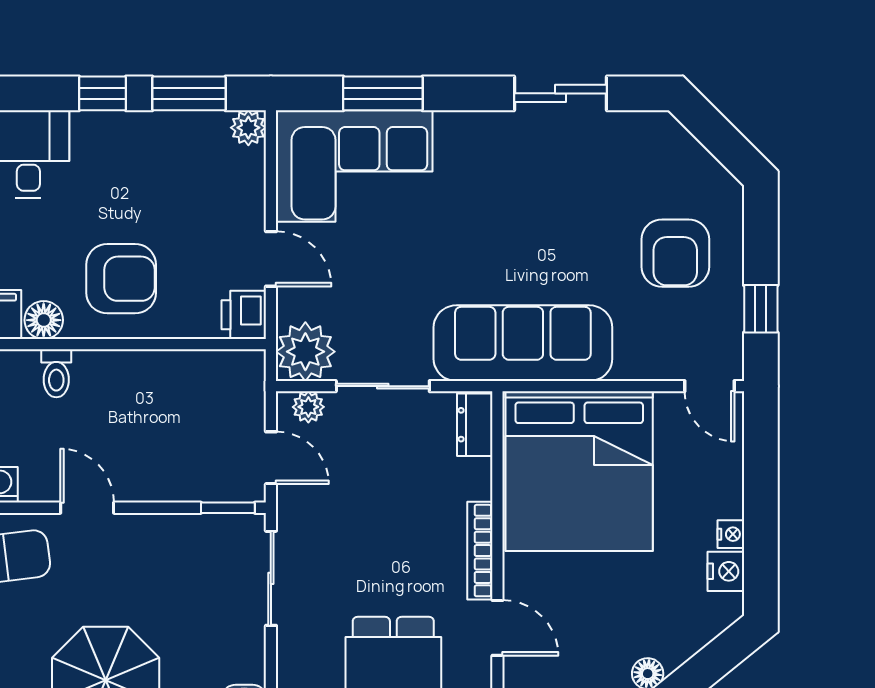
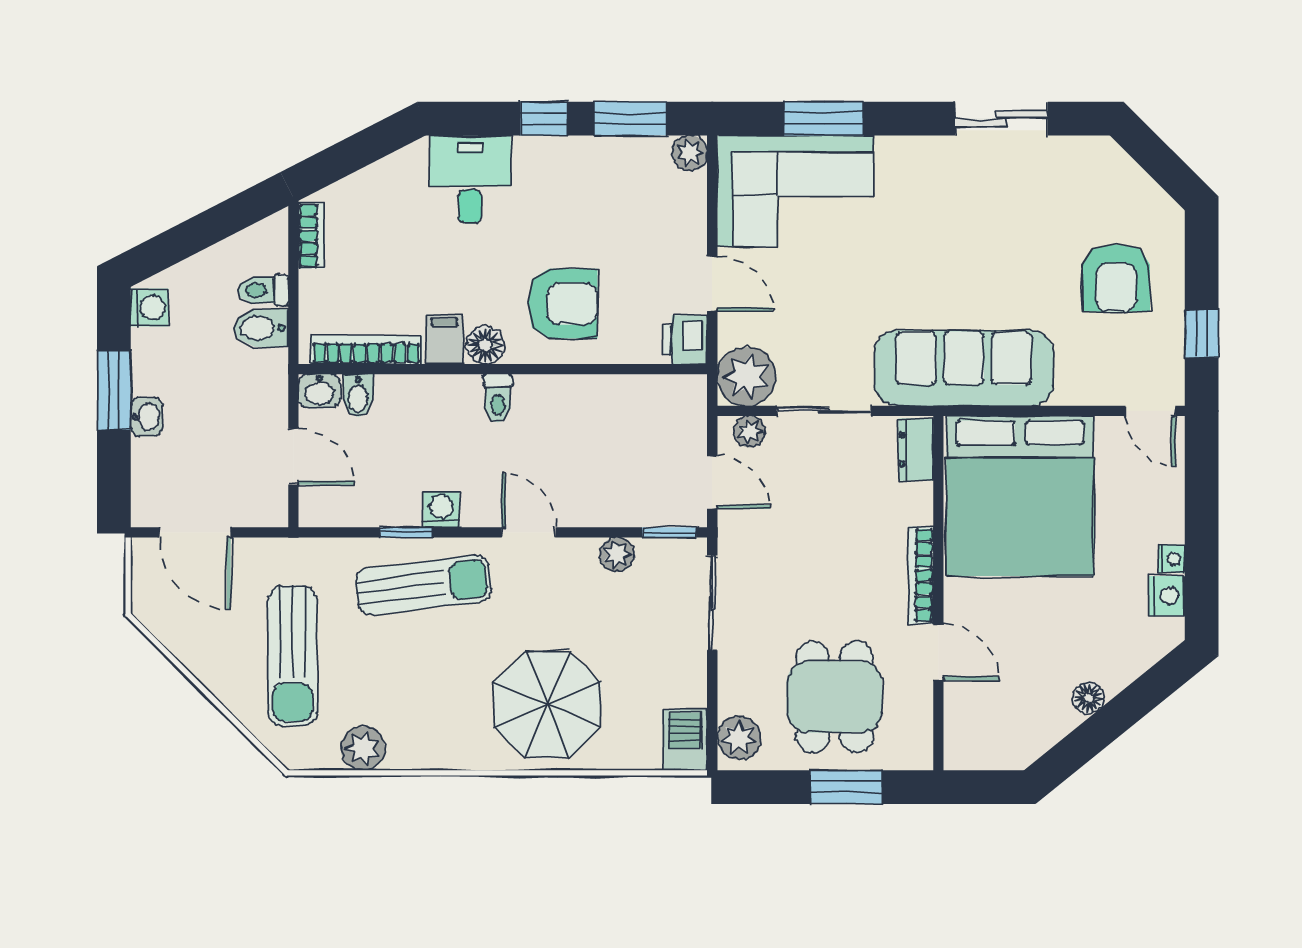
plant: (175, 530) -> (617, 555), added

